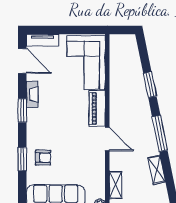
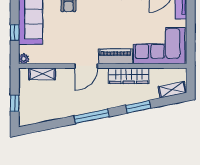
wardrobe: (117, 95) -> (129, 76), added
shelving: (157, 170) -> (172, 90), moved

